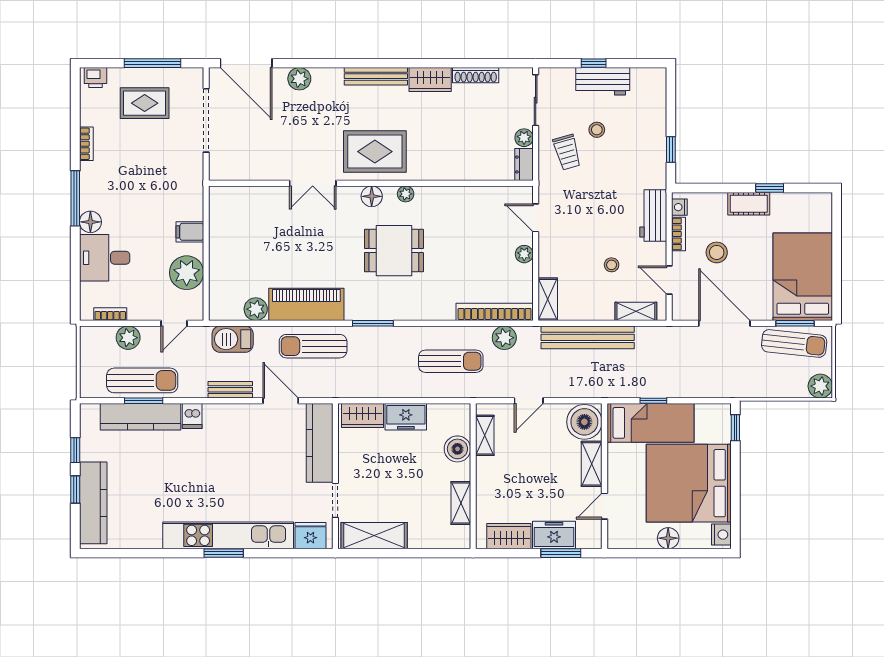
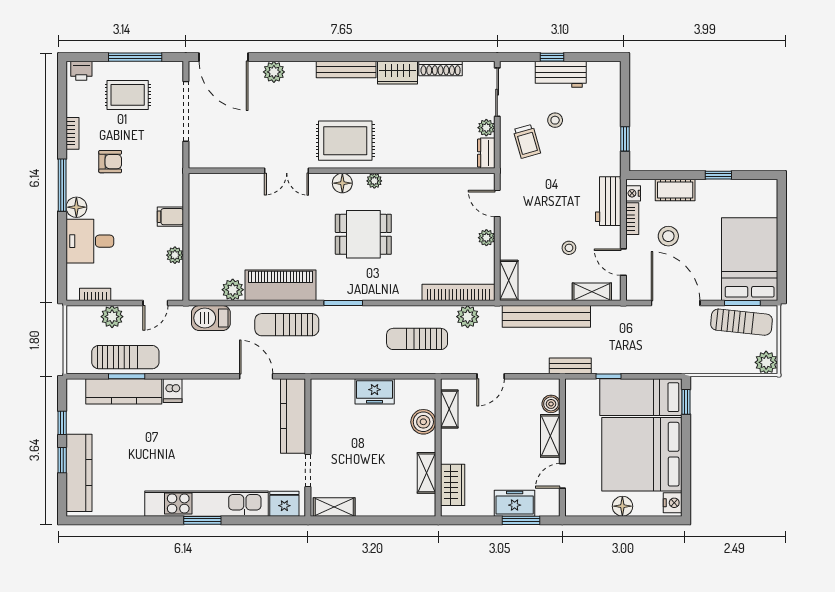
armchair: (126, 174) -> (110, 162), added
cot: (749, 204) -> (675, 190), moved
plant: (187, 273) -> (175, 255), width x0.53, depth x0.53
sun lounger: (451, 361) -> (417, 339), turned 180
bench: (230, 390) -> (570, 366), moved
wardrobe: (362, 415) -> (334, 390), removed
boiler: (584, 422) -> (551, 404), width x0.54, depth x0.54
bed: (651, 423) -> (641, 397), moved, turned 180
shelving: (374, 536) -> (334, 507), width x0.67, depth x0.75
wardrobe: (509, 536) -> (453, 485), moved, turned 90

